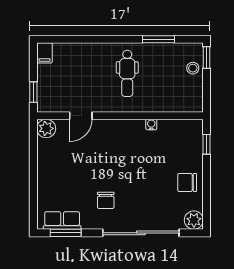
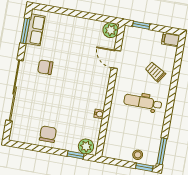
window: (158, 39) -> (162, 151), moved
trolley: (87, 65) -> (155, 72), added
plant: (194, 220) -> (86, 146), moved

